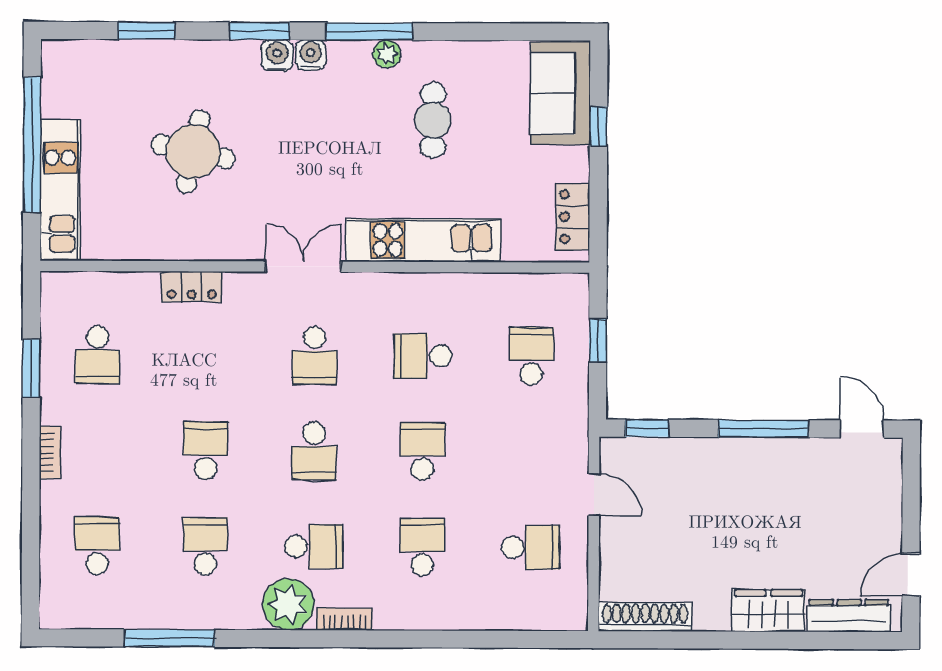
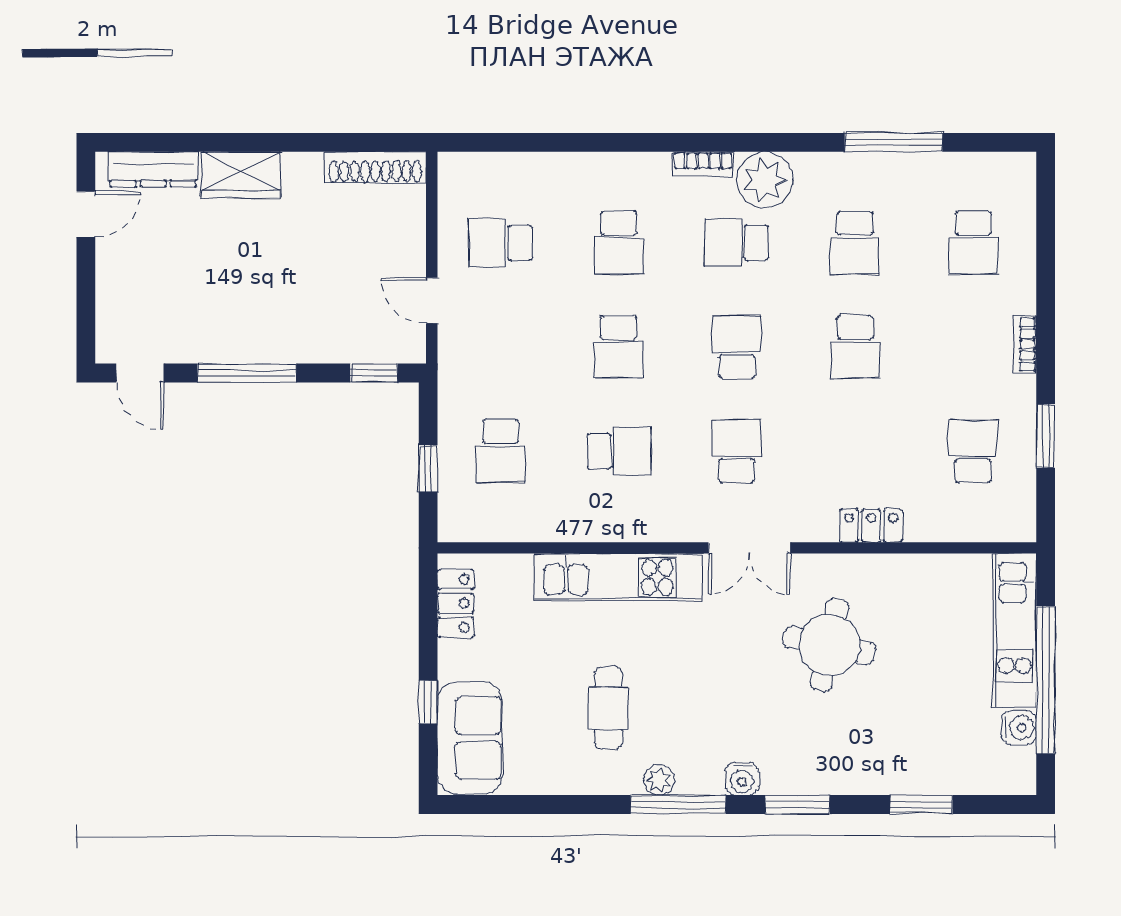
water cooler: (277, 55) -> (1019, 728), moved, turned -90
round table: (193, 151) -> (829, 645), moved

